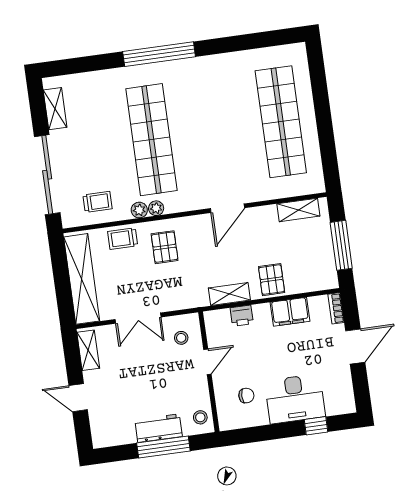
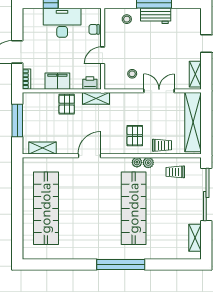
door: (207, 362) -> (103, 55), moved
wall: (209, 372) -> (103, 49), moved

